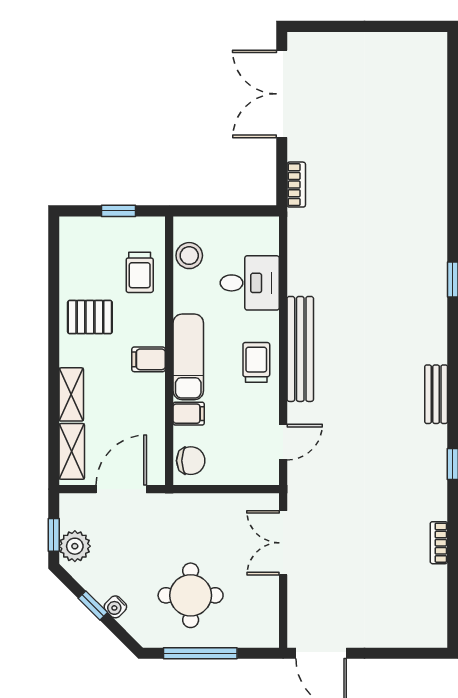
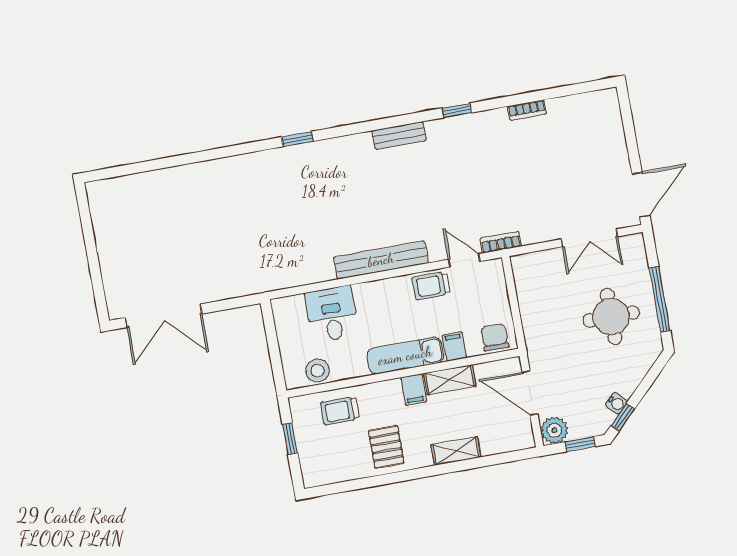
bookcase: (296, 185) -> (501, 242), moved
trolley: (140, 272) -> (340, 411), turned 180
trolley: (256, 362) -> (431, 286), moved
shelving: (72, 451) -> (450, 380), moved
double door: (283, 543) -> (589, 238), moved
plant: (75, 546) -> (554, 430), moved
window: (93, 605) -> (623, 417), moved
water cooler: (115, 607) -> (616, 403), moved

